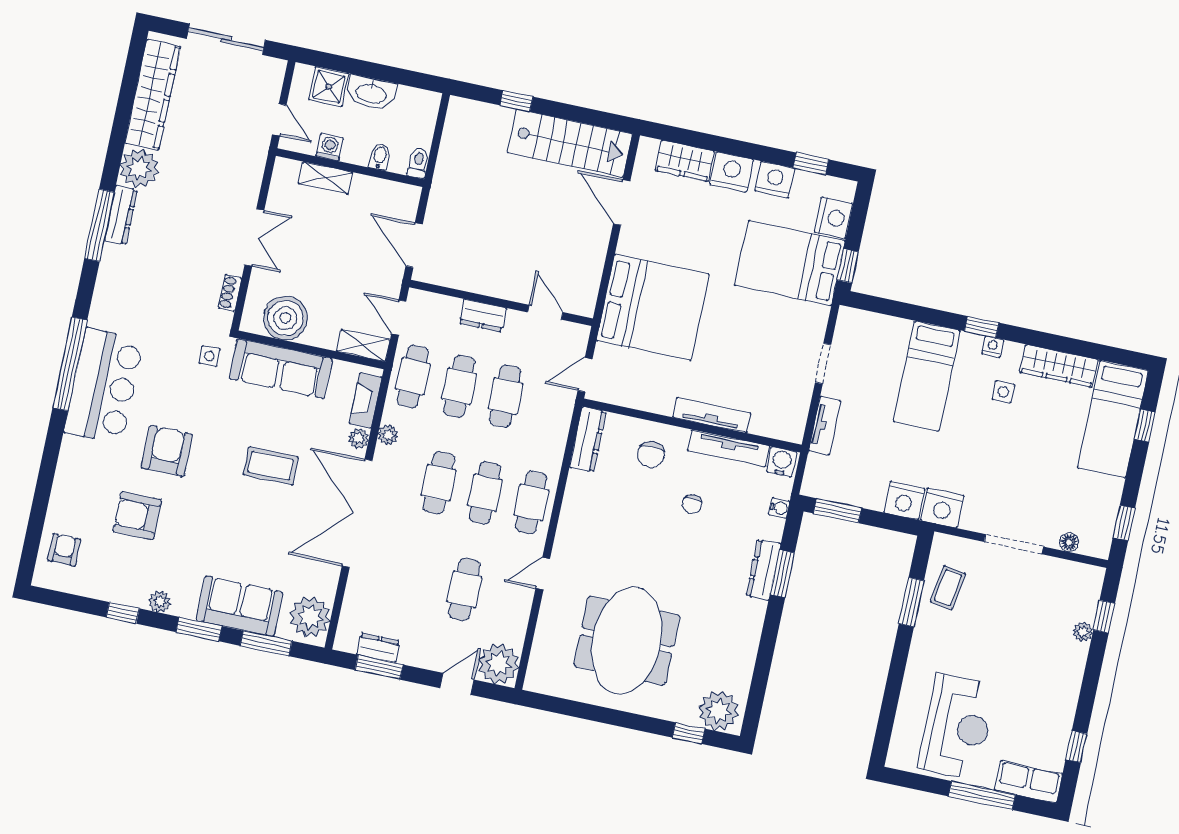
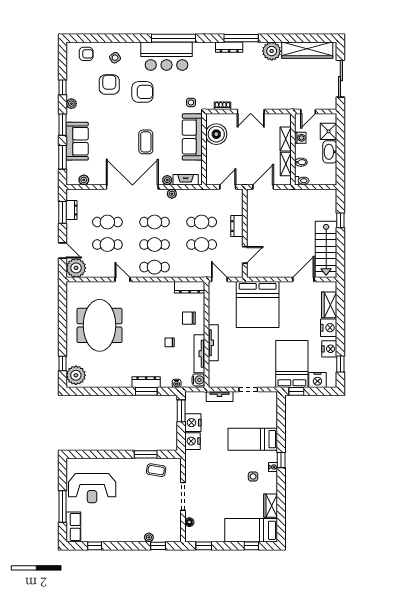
dresser: (121, 215) -> (229, 47), moved
shelving: (363, 345) -> (286, 164), moved
wardrobe: (1059, 366) -> (271, 506), width x0.67
cafe table: (413, 376) -> (107, 222), moved
side table: (85, 492) -> (115, 58), added
nightstand: (942, 508) -> (193, 423), moved
plant: (310, 617) -> (84, 180), width x0.53, depth x0.53
meeting table: (627, 641) -> (100, 325), turned 90

